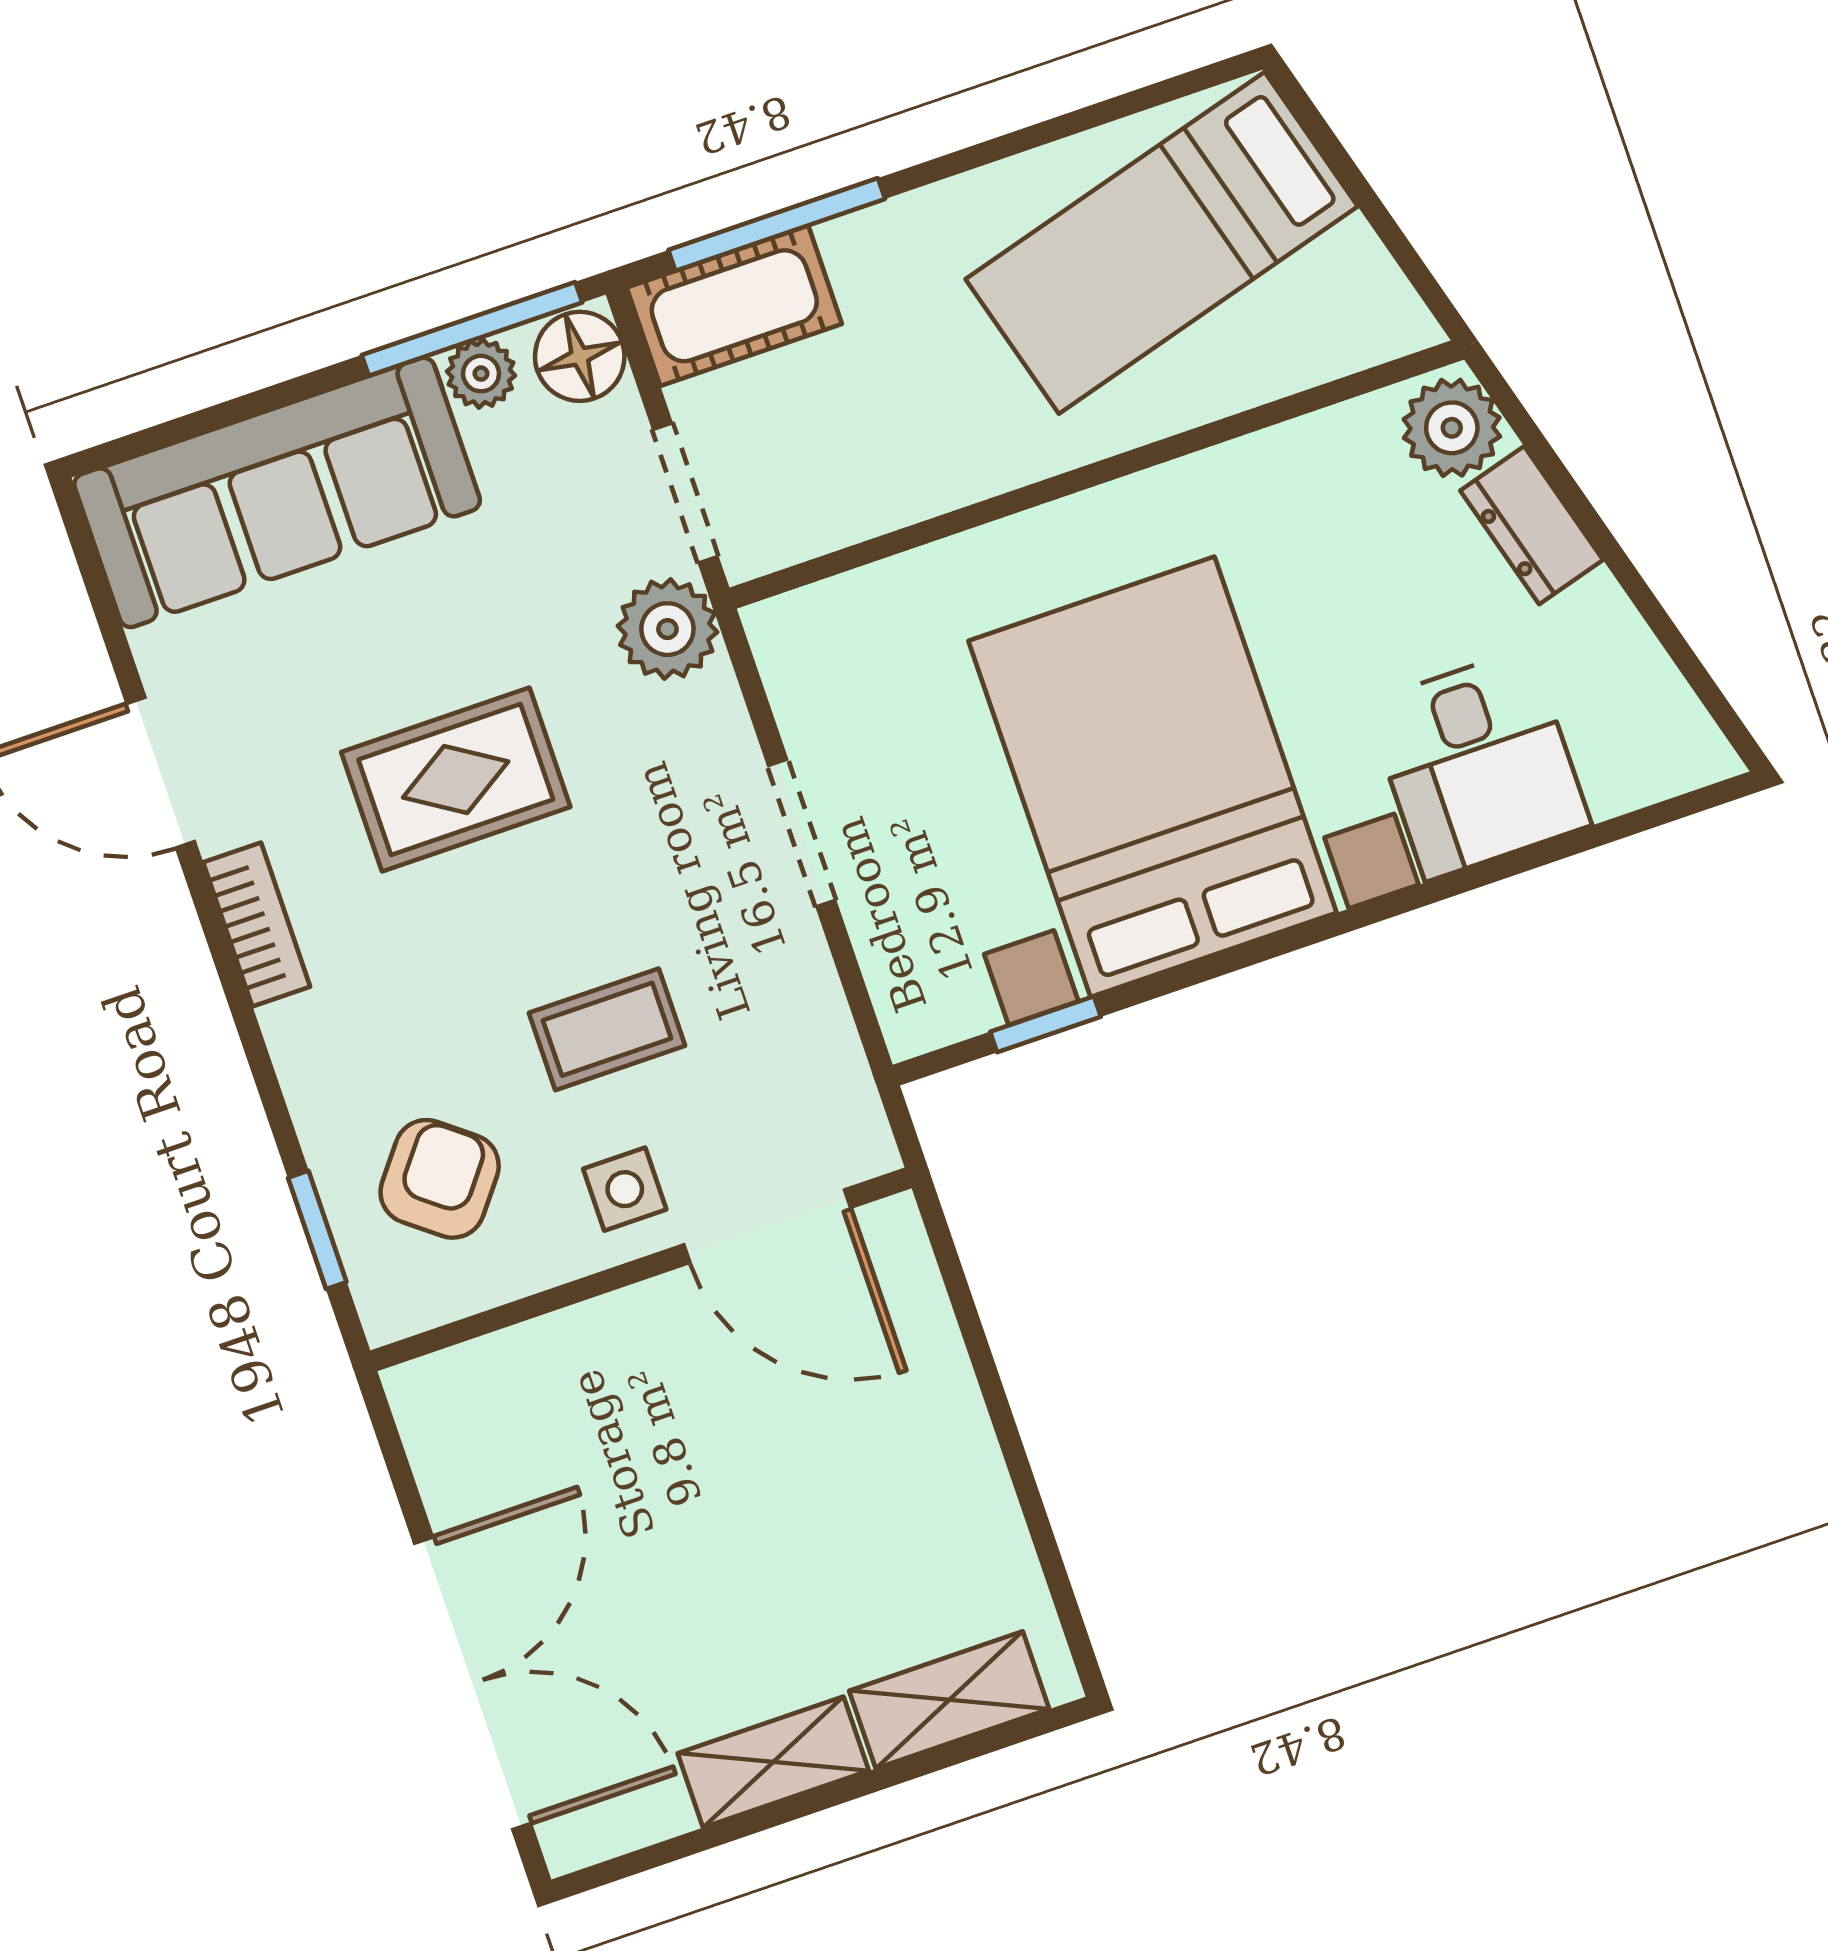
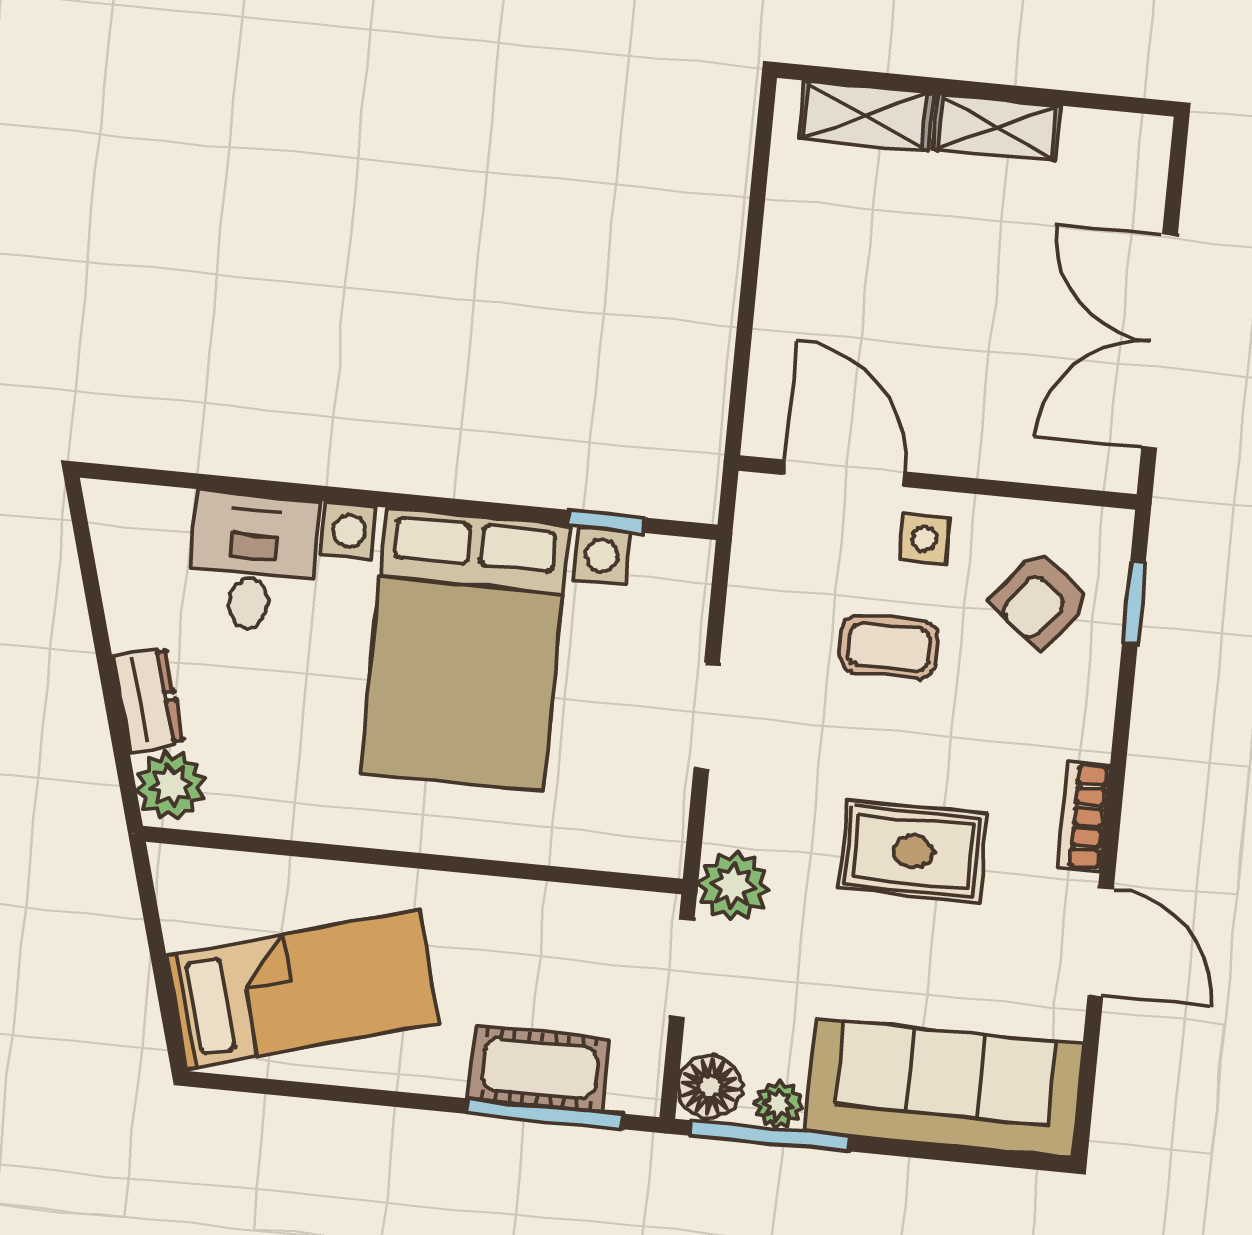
cot: (734, 306) -> (539, 1068), moved
double door: (473, 1683) -> (1160, 342), moved

